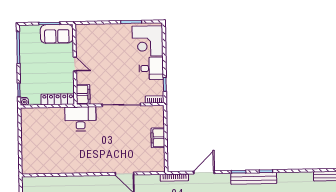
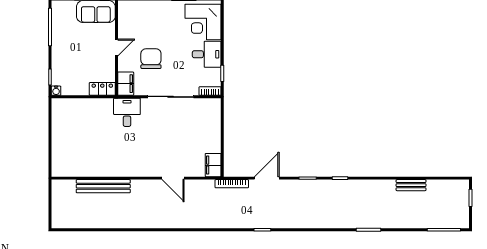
door: (75, 64) -> (116, 47), hinge flipped
chair: (104, 73) -> (151, 59), added
locker: (58, 99) -> (102, 89), width x0.66
desk: (80, 119) -> (127, 112), width x0.73
filing cabinet: (158, 138) -> (213, 165), moved
bench: (254, 178) -> (103, 186), moved

